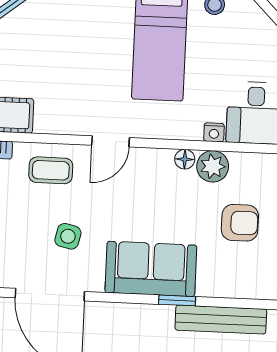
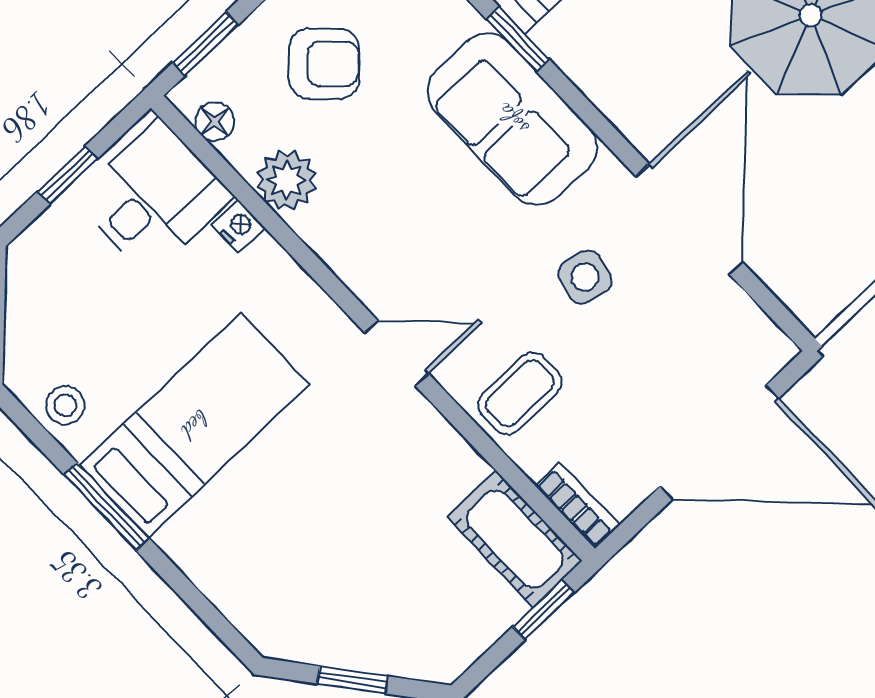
floor lamp: (185, 159) -> (215, 121), moved
coffee table: (51, 170) -> (520, 393), turned 90
armchair: (240, 223) -> (324, 64), turned 134

